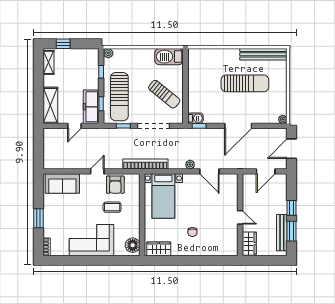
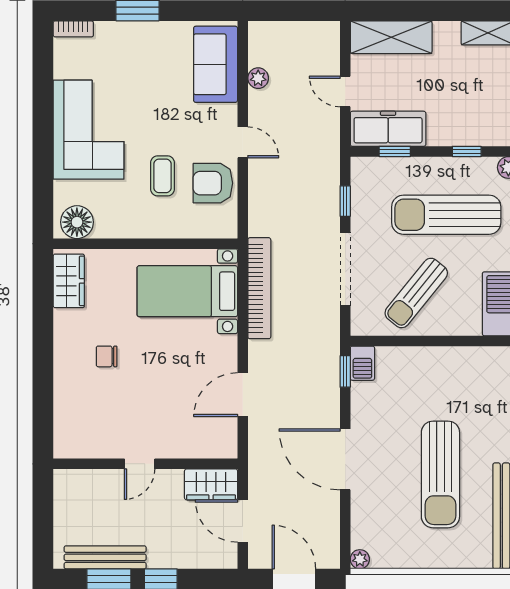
sun lounger: (119, 97) -> (446, 215), moved
bookcase: (145, 164) -> (259, 288), moved
plant: (190, 165) -> (258, 78), moved
wardrobe: (249, 244) -> (211, 484), moved

